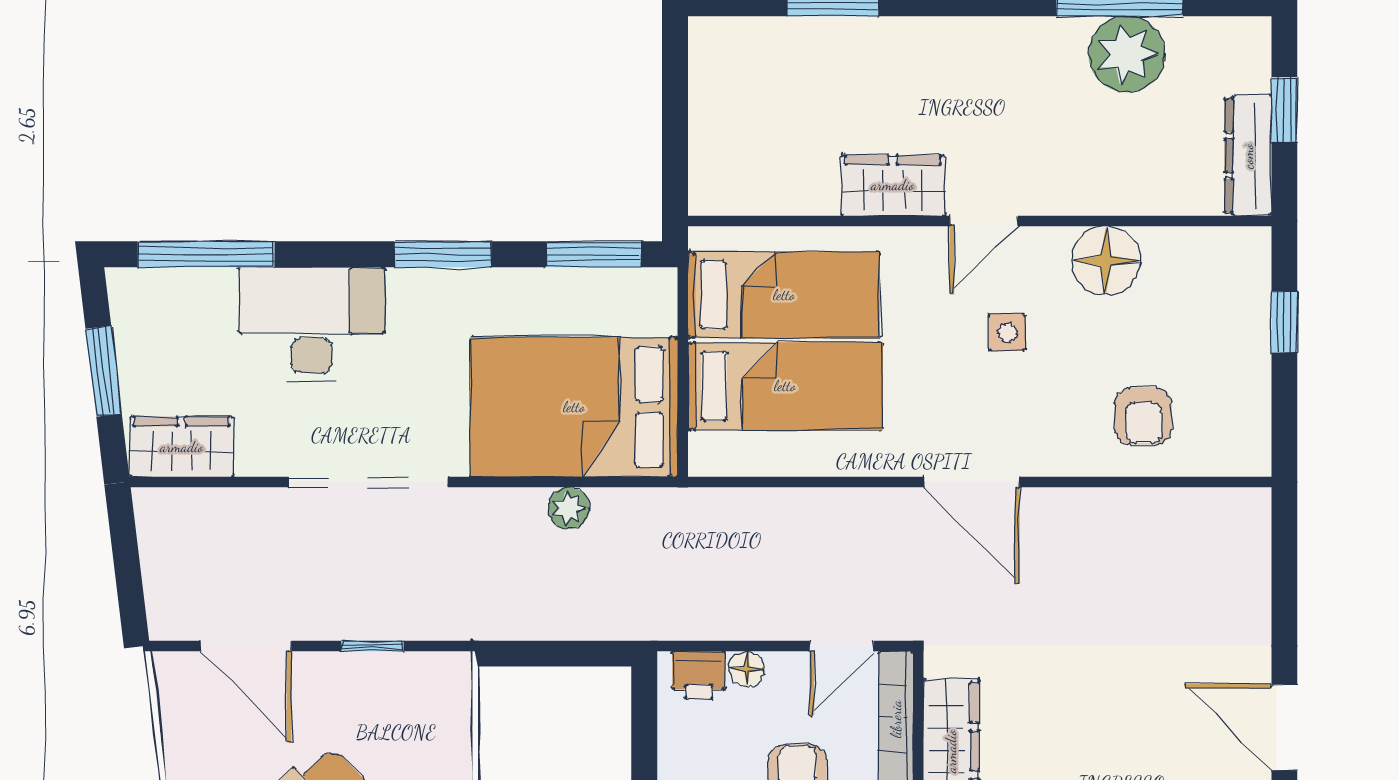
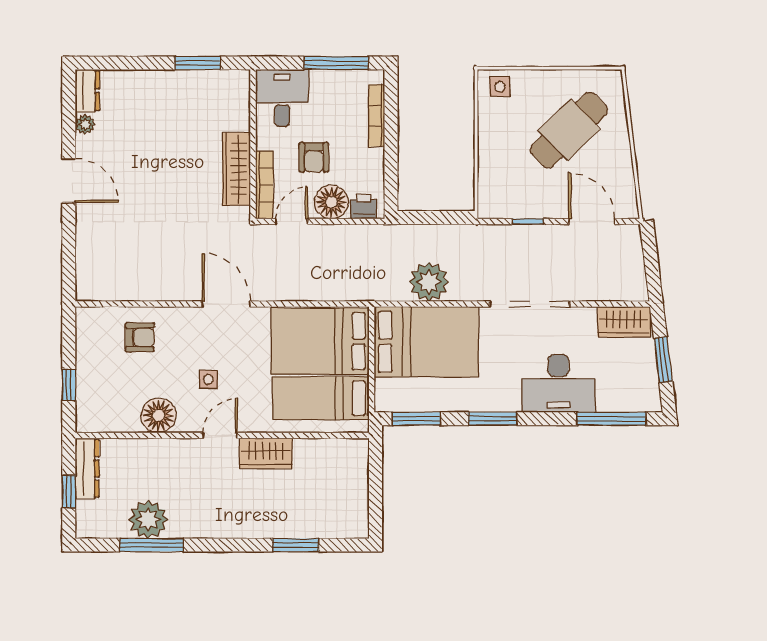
bed: (785, 386) -> (320, 341), width x1.50
armchair: (1143, 416) -> (140, 337), turned 90
plant: (569, 508) -> (429, 282), width x1.87, depth x1.87
floor lamp: (747, 669) -> (331, 202), width x1.89, depth x1.89

